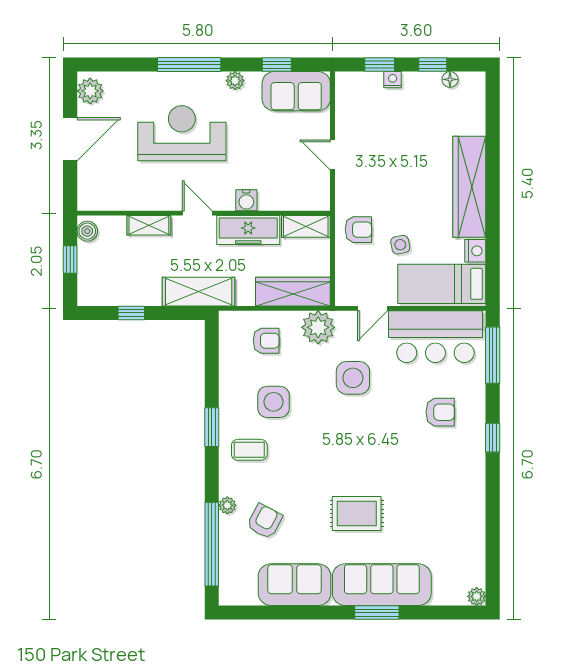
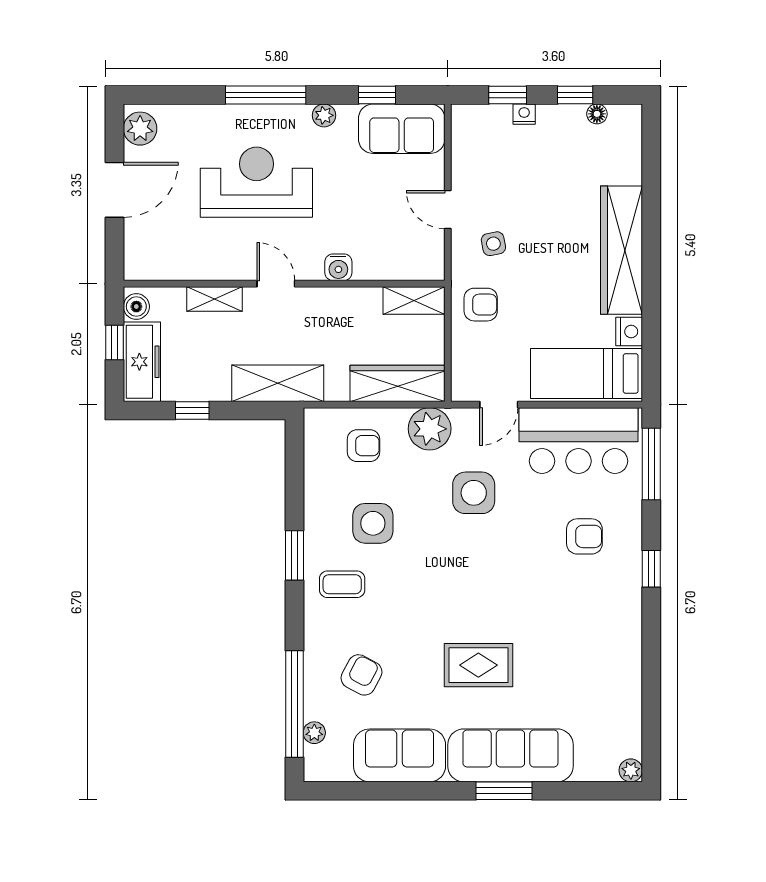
freezer: (248, 230) -> (142, 362), moved, turned -90
side table: (400, 245) -> (493, 244), moved
plant: (227, 505) -> (314, 733), moved

